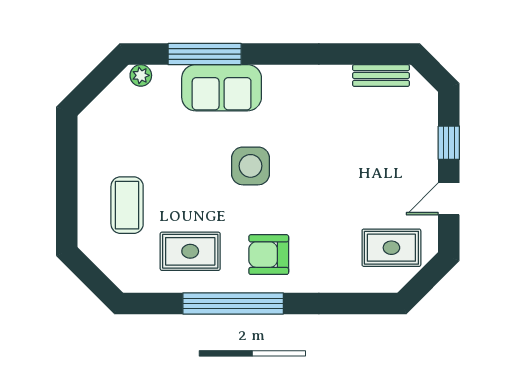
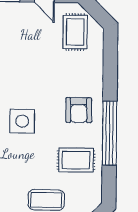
rug: (190, 251) -> (76, 160), turned 90

